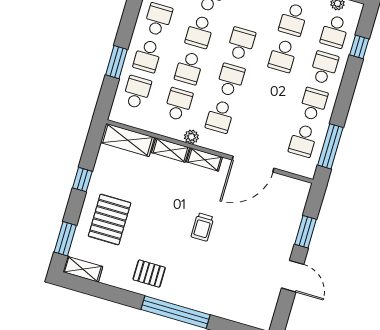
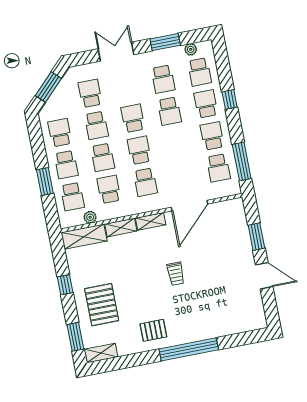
window: (359, 47) -> (230, 99), moved
school desk: (137, 92) -> (72, 197), turned 180
plant: (191, 137) -> (90, 217), moved

